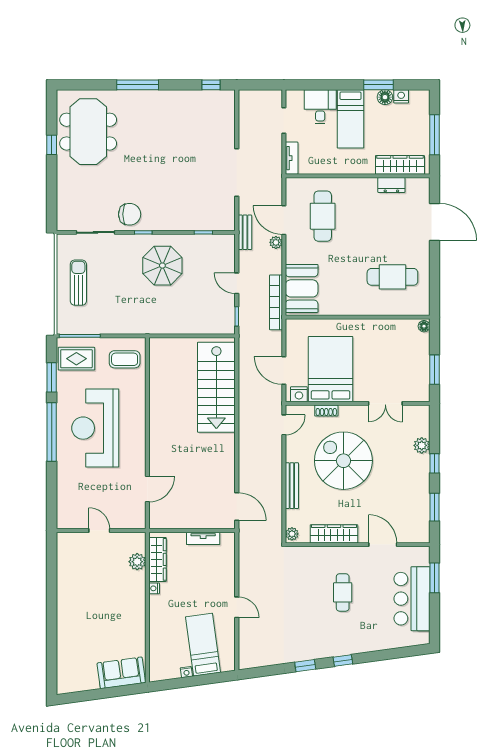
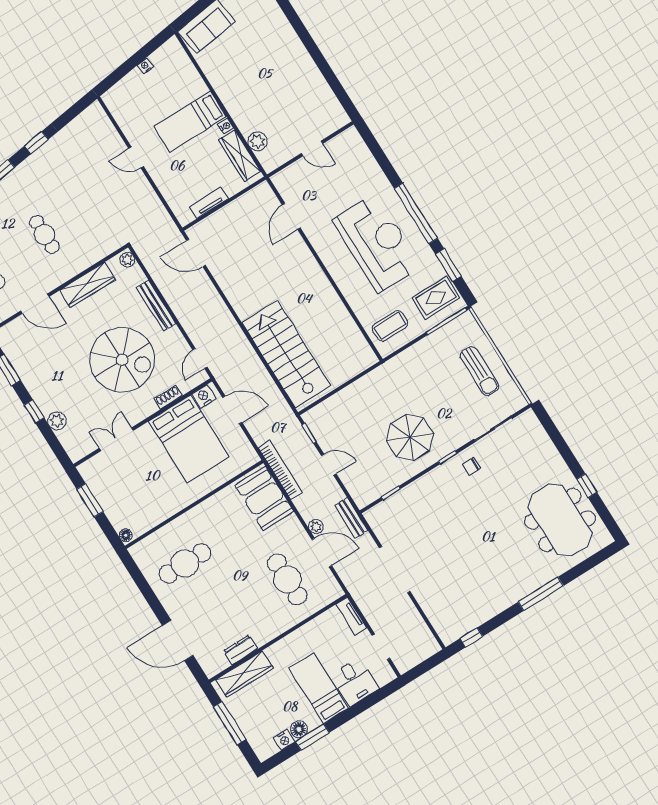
chair: (130, 214) -> (472, 466), width x0.54, depth x0.54
bed: (203, 645) -> (190, 122), moved, turned 98

